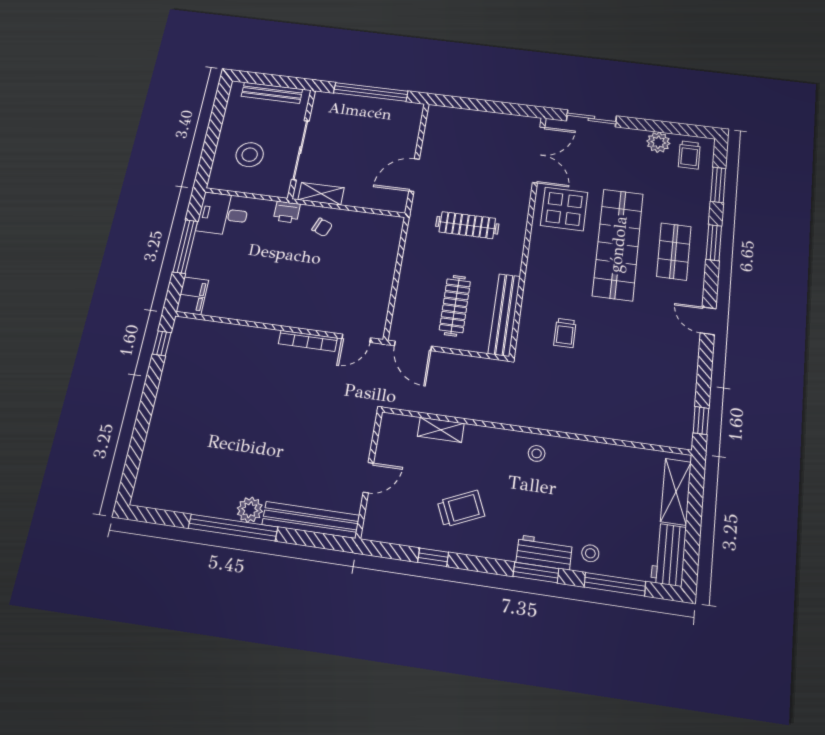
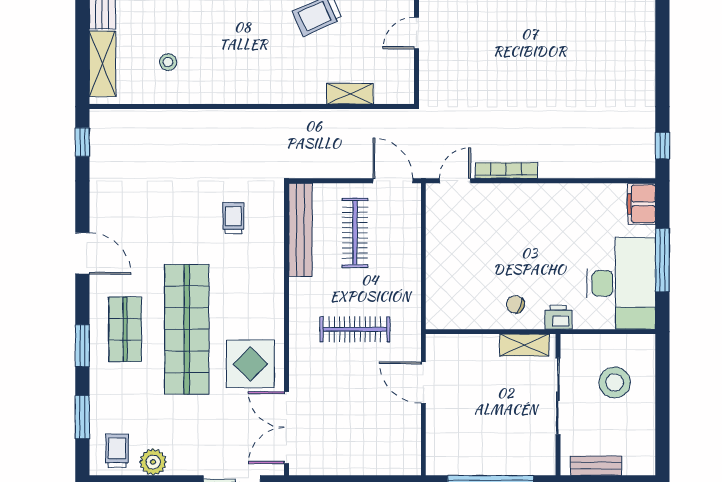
bench: (272, 93) -> (596, 466), width x0.73
door: (414, 175) -> (423, 383), swing flipped
desk: (223, 214) -> (621, 283), width x1.87, depth x1.30
door: (708, 321) -> (82, 253), width x1.38
stool: (537, 453) -> (168, 62), moved

